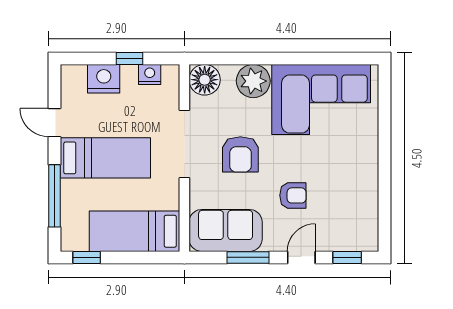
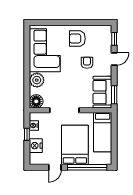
armchair: (240, 154) -> (77, 39), moved, turned 180
bed: (105, 158) -> (75, 145), width x1.50
window: (54, 196) -> (87, 167), width x1.46
window: (87, 257) -> (114, 153), removed
window: (248, 257) -> (114, 95), moved
door: (301, 257) -> (114, 59), swing flipped

